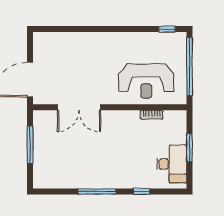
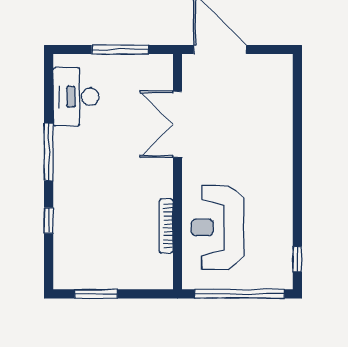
bookcase: (152, 115) -> (166, 226), width x1.56
window: (190, 148) -> (96, 294), moved
desk: (172, 164) -> (76, 97), moved, turned 90

